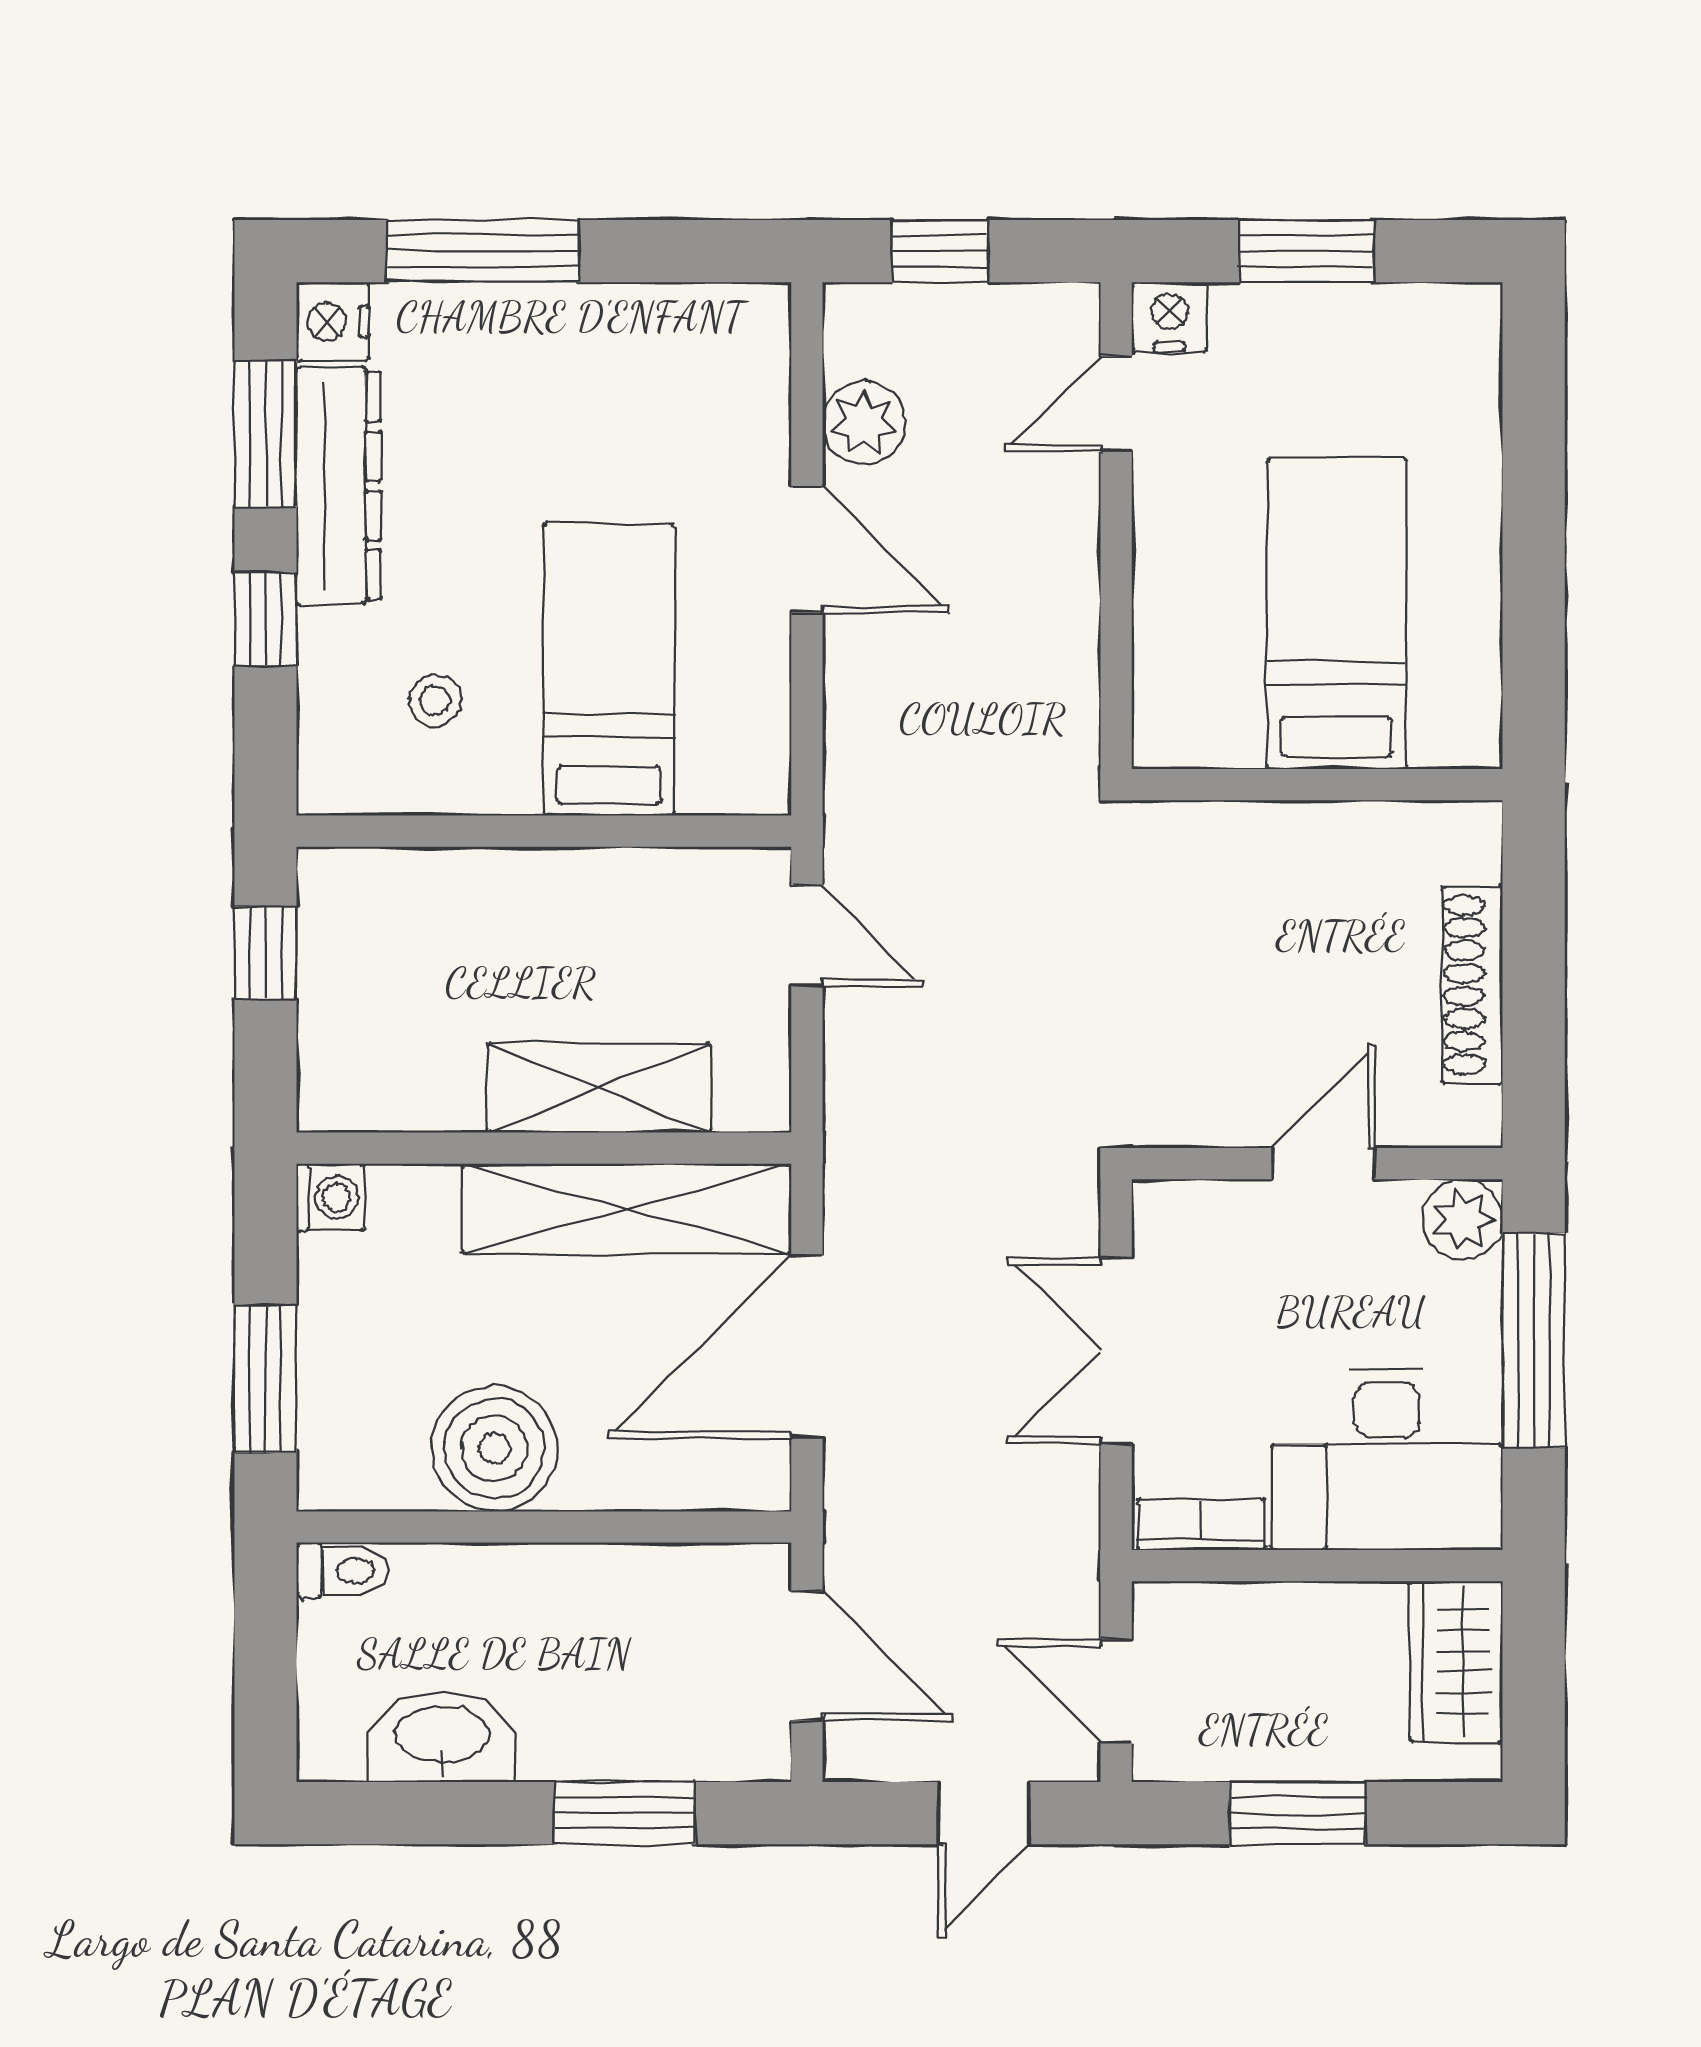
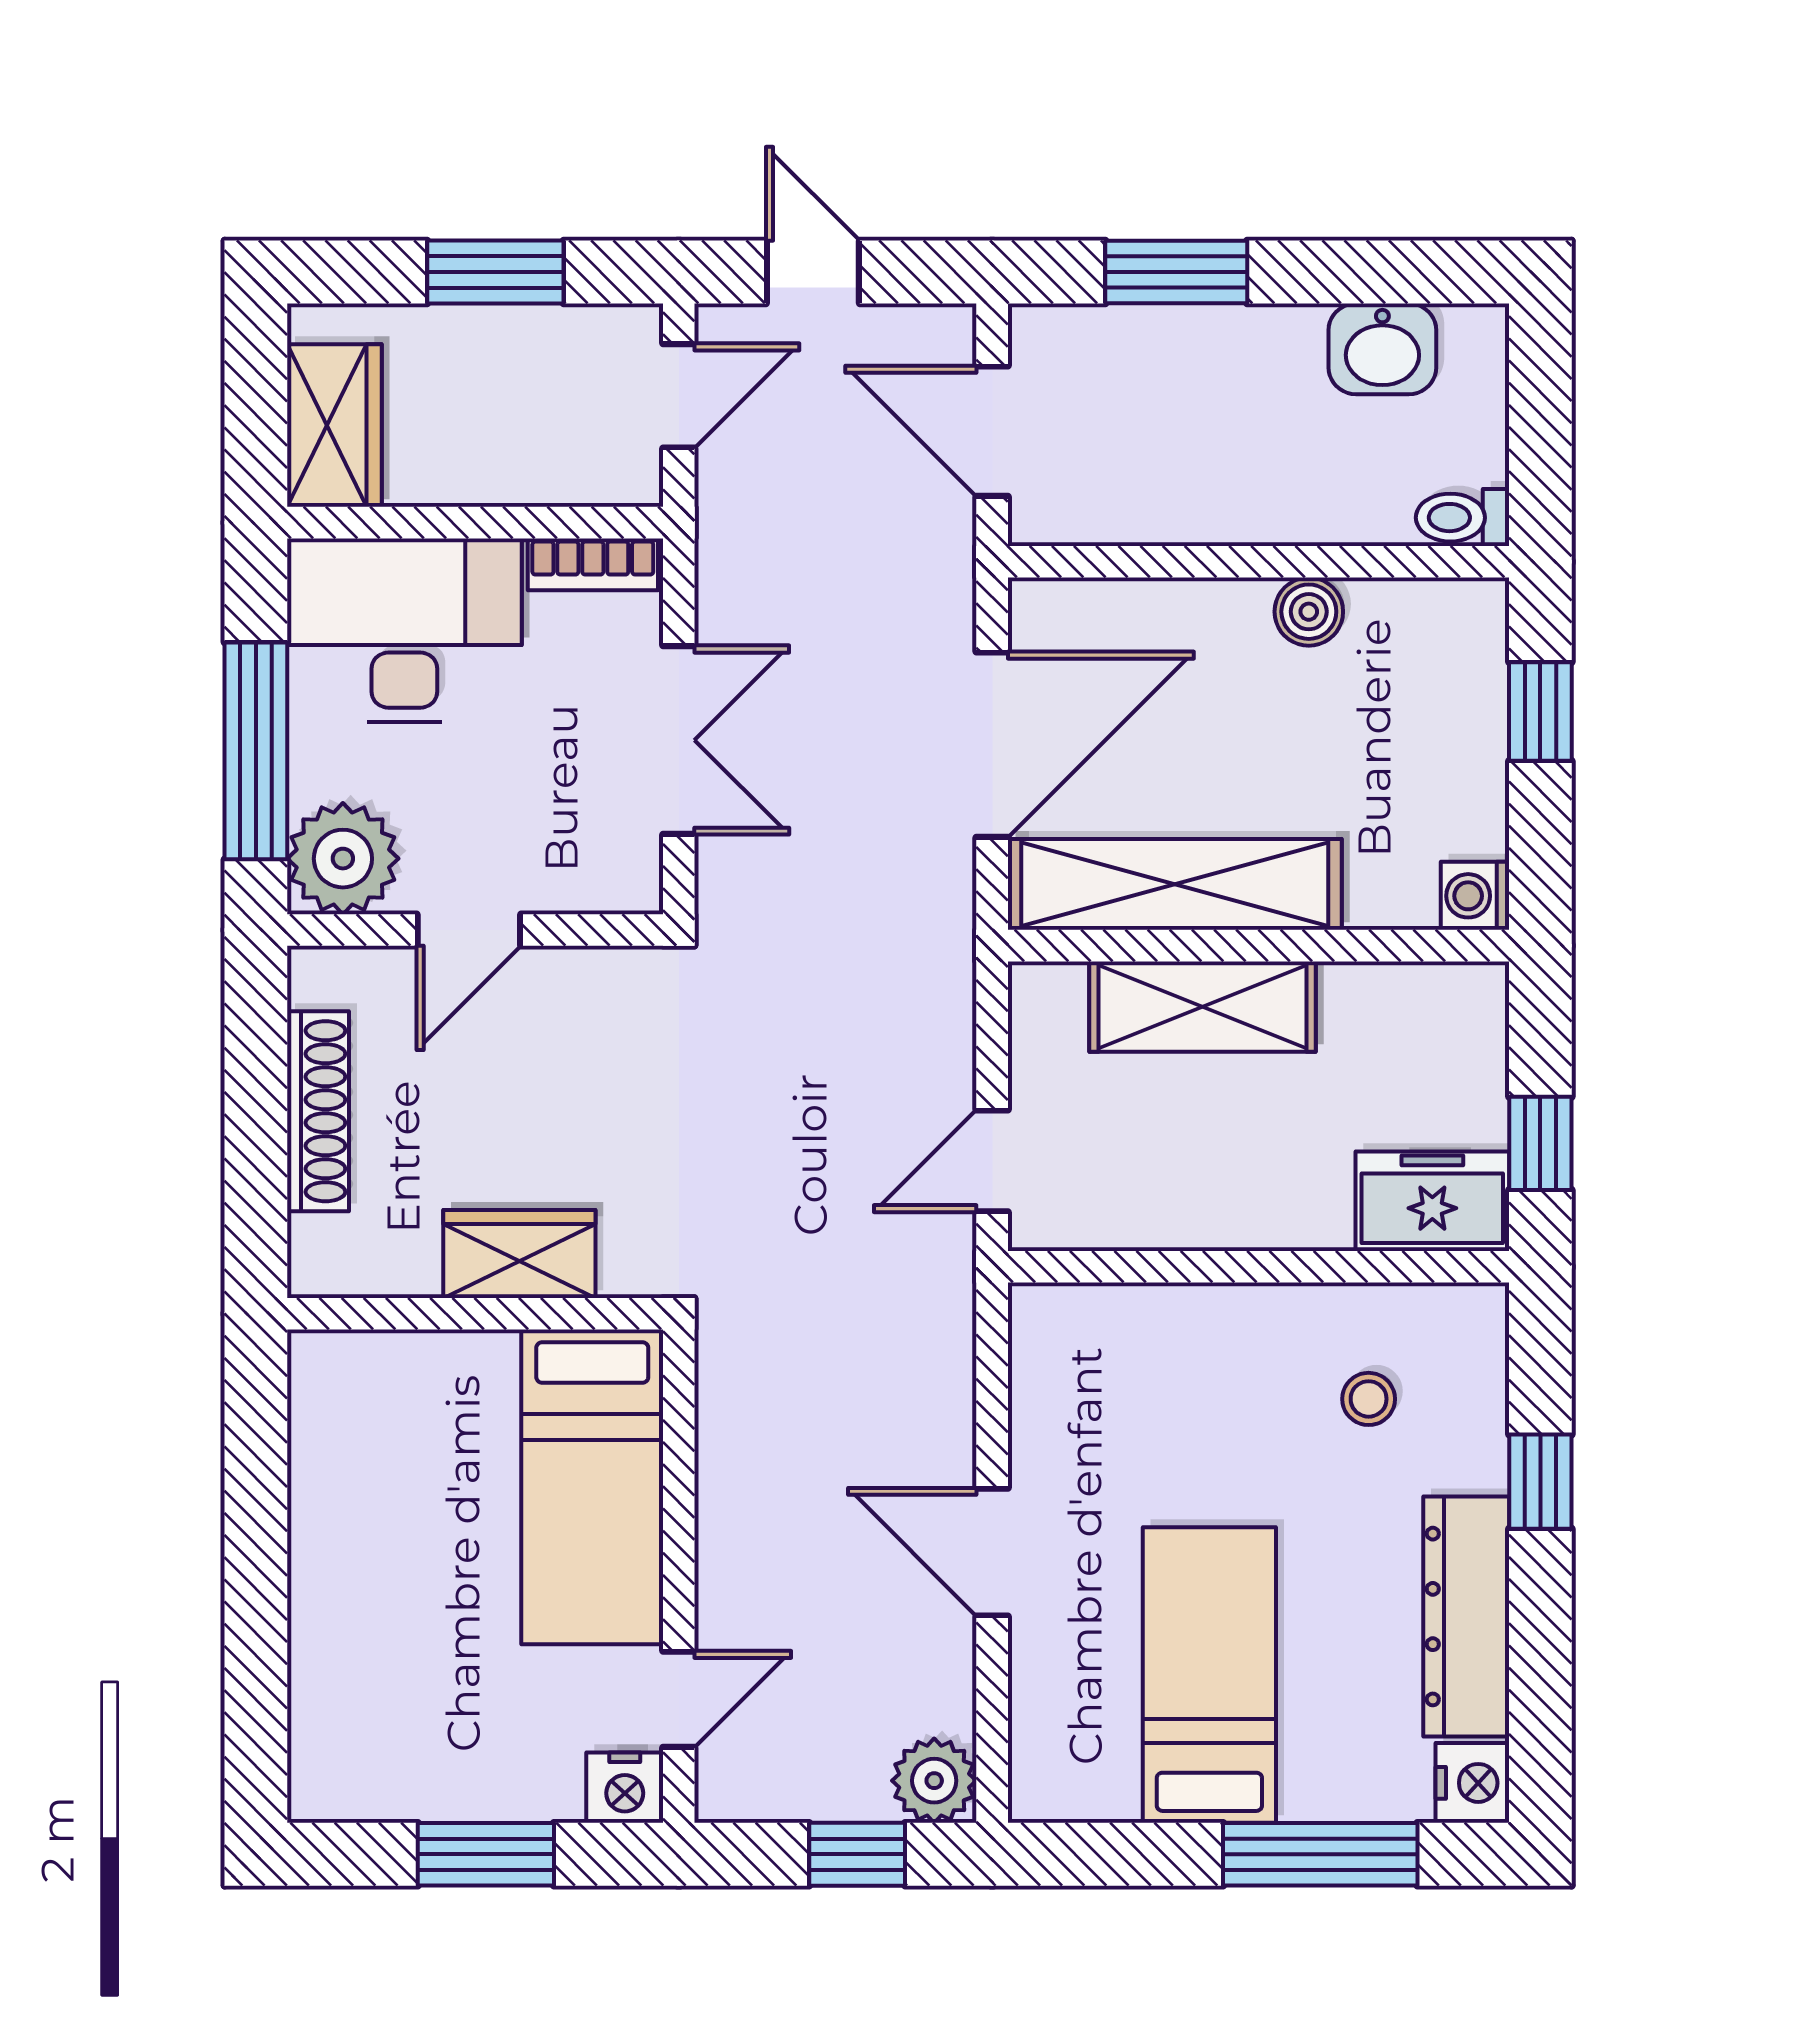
plant: (864, 423) -> (934, 1781), moved
window: (266, 434) -> (1540, 1669), removed
bed: (1337, 614) -> (592, 1487), moved
bed: (609, 670) -> (1209, 1675), moved, turned 180
wardrobe: (1274, 844) -> (519, 1254), added
freezer: (372, 896) -> (1432, 1201), added
door: (807, 936) -> (992, 1161), hinge flipped
plant: (1462, 1219) -> (343, 859), width x1.36, depth x1.36
window: (266, 1379) -> (1540, 712), width x0.67
boiler: (494, 1449) -> (1309, 612), width x0.54, depth x0.54
door: (1116, 1691) -> (679, 396), hinge flipped
washbasin: (442, 1737) -> (1382, 349), width x0.72
door: (984, 1813) -> (813, 272), hinge flipped

